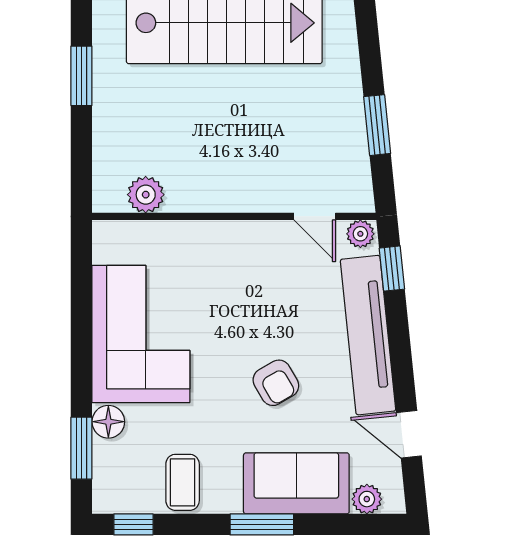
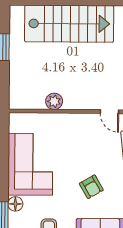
plant: (146, 195) -> (54, 101), moved

